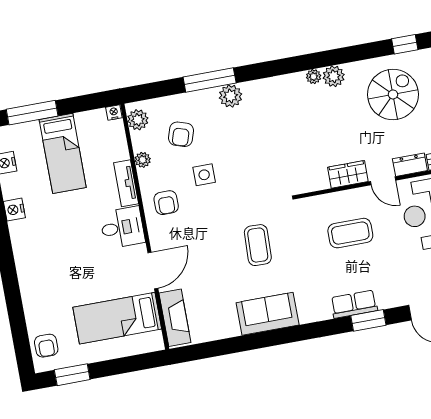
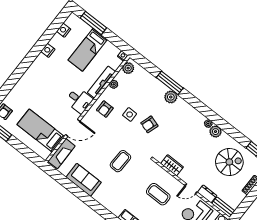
armchair: (181, 134) -> (149, 124), moved
wardrobe: (348, 174) -> (172, 165), moved
door: (383, 181) -> (191, 189), hinge flipped
tv unit: (126, 183) -> (101, 82), width x1.41
sofa: (268, 314) -> (84, 180), moved

